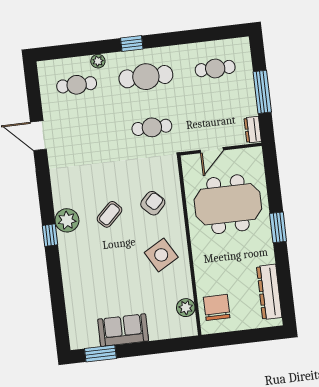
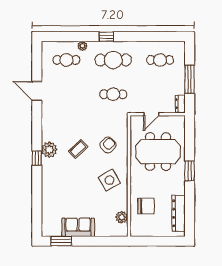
chair: (217, 307) -> (146, 206), moved, turned 90

